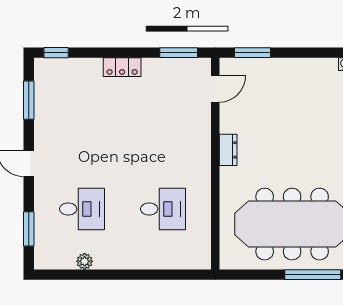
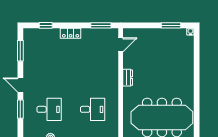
window: (56, 53) -> (46, 25), moved
window: (252, 53) -> (171, 25), moved
window: (29, 229) -> (20, 109), moved

